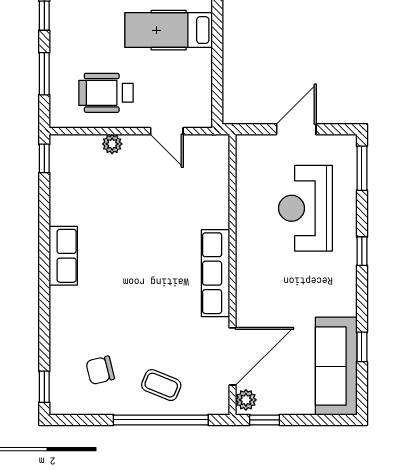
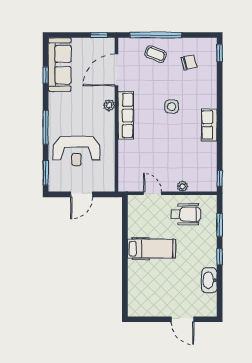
reception desk: (306, 208) -> (76, 151), turned 90
window: (362, 251) -> (46, 128), width x2.17
side table: (132, 289) -> (172, 107), added
plant: (246, 400) -> (109, 105), moved

